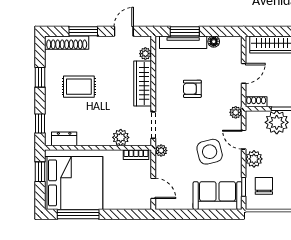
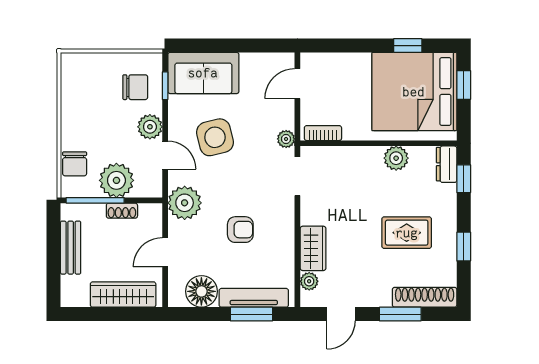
floor lamp: (214, 42) -> (201, 291), width x1.89, depth x1.89
wardrobe: (143, 84) -> (313, 248), width x0.67
shoe rack: (256, 102) -> (122, 211), moved
plant: (236, 112) -> (185, 203), width x1.88, depth x1.88
plant: (121, 137) -> (396, 158), moved
dresser: (64, 139) -> (447, 164), moved, turned 90
window: (40, 172) -> (464, 85), moved
chair: (264, 186) -> (135, 87), turned -90
door: (153, 188) -> (297, 84), hinge flipped
window: (78, 214) -> (408, 46), width x0.46

